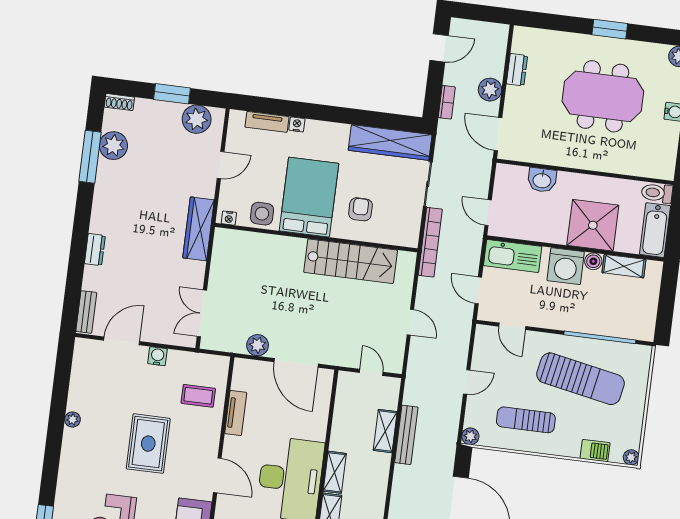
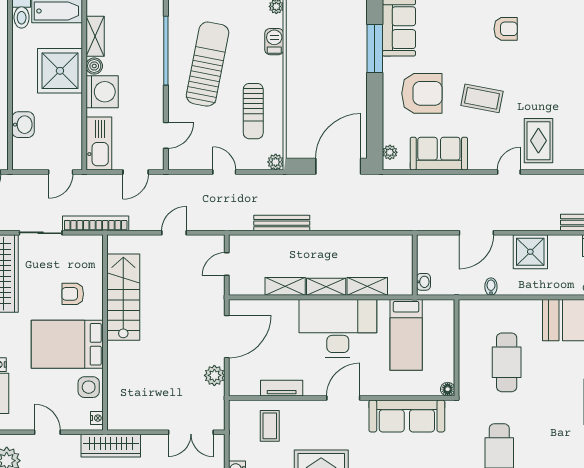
shelving: (385, 431) -> (285, 286), moved

